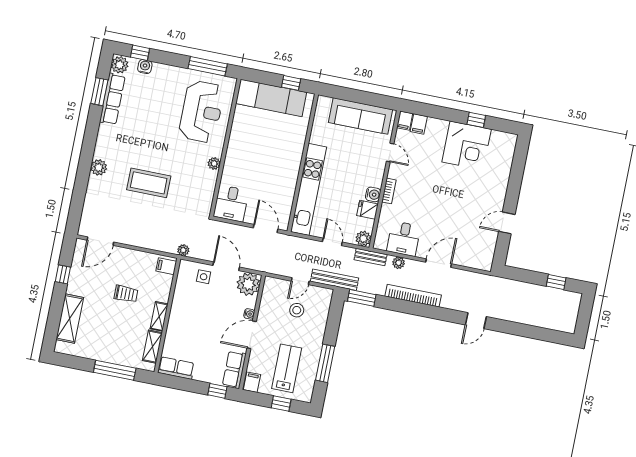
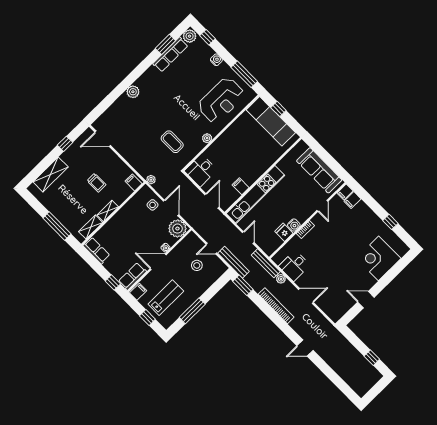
water cooler: (145, 67) -> (216, 60), moved
window: (291, 83) -> (278, 109), moved
corner desk: (467, 146) -> (378, 258), moved, turned 90
coffee table: (149, 183) -> (172, 142), moved, width x0.73, depth x0.76
filing cabinet: (286, 191) -> (241, 186), added
plant: (363, 239) -> (269, 249), removed
bench: (371, 257) -> (266, 263), width x1.36

